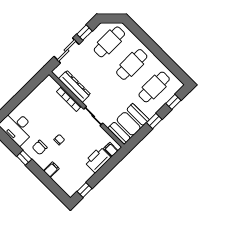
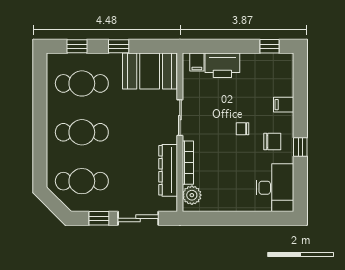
plant: (52, 86) -> (192, 195), added

